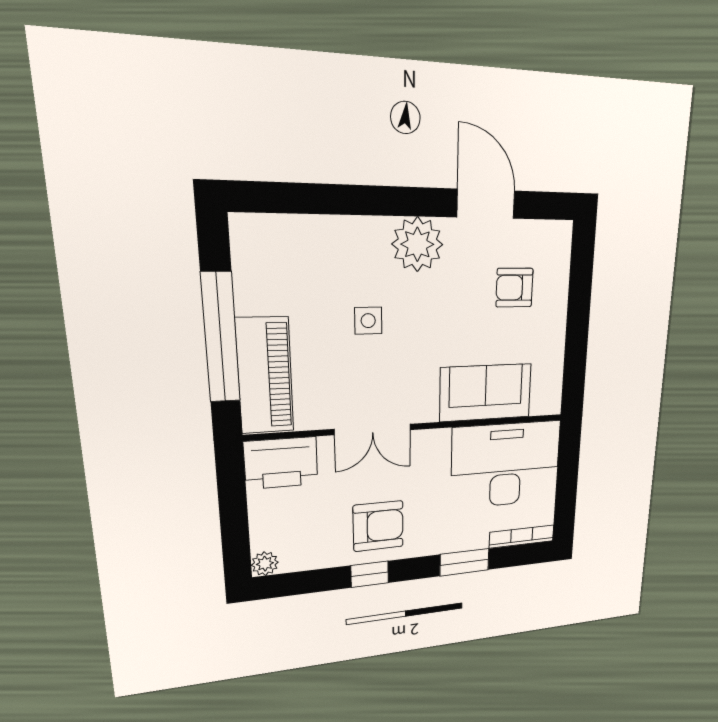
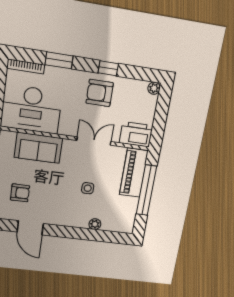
plant: (417, 244) -> (95, 224), moved, width x0.53, depth x0.53

